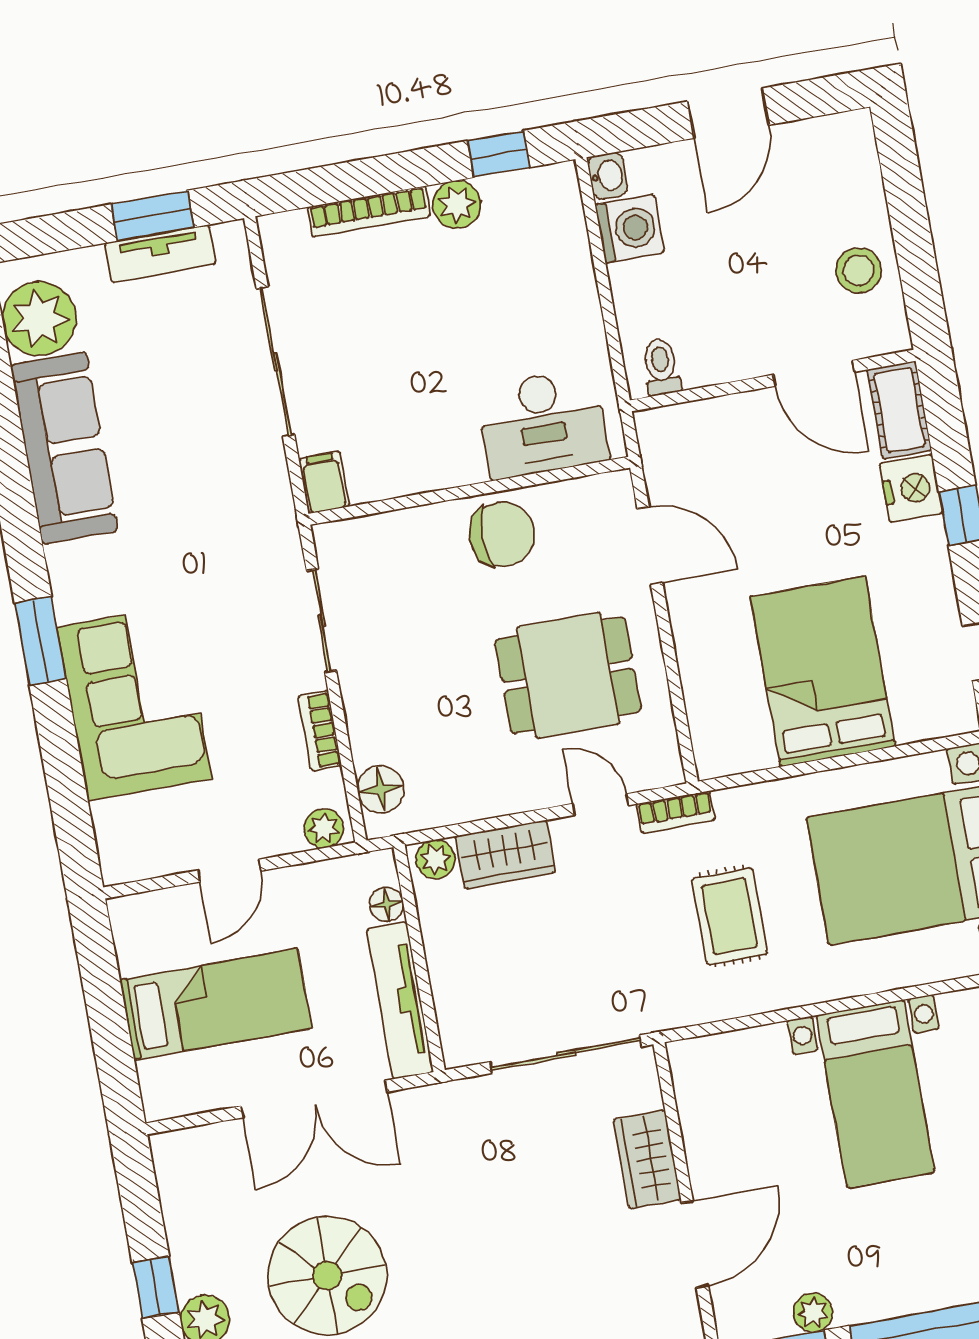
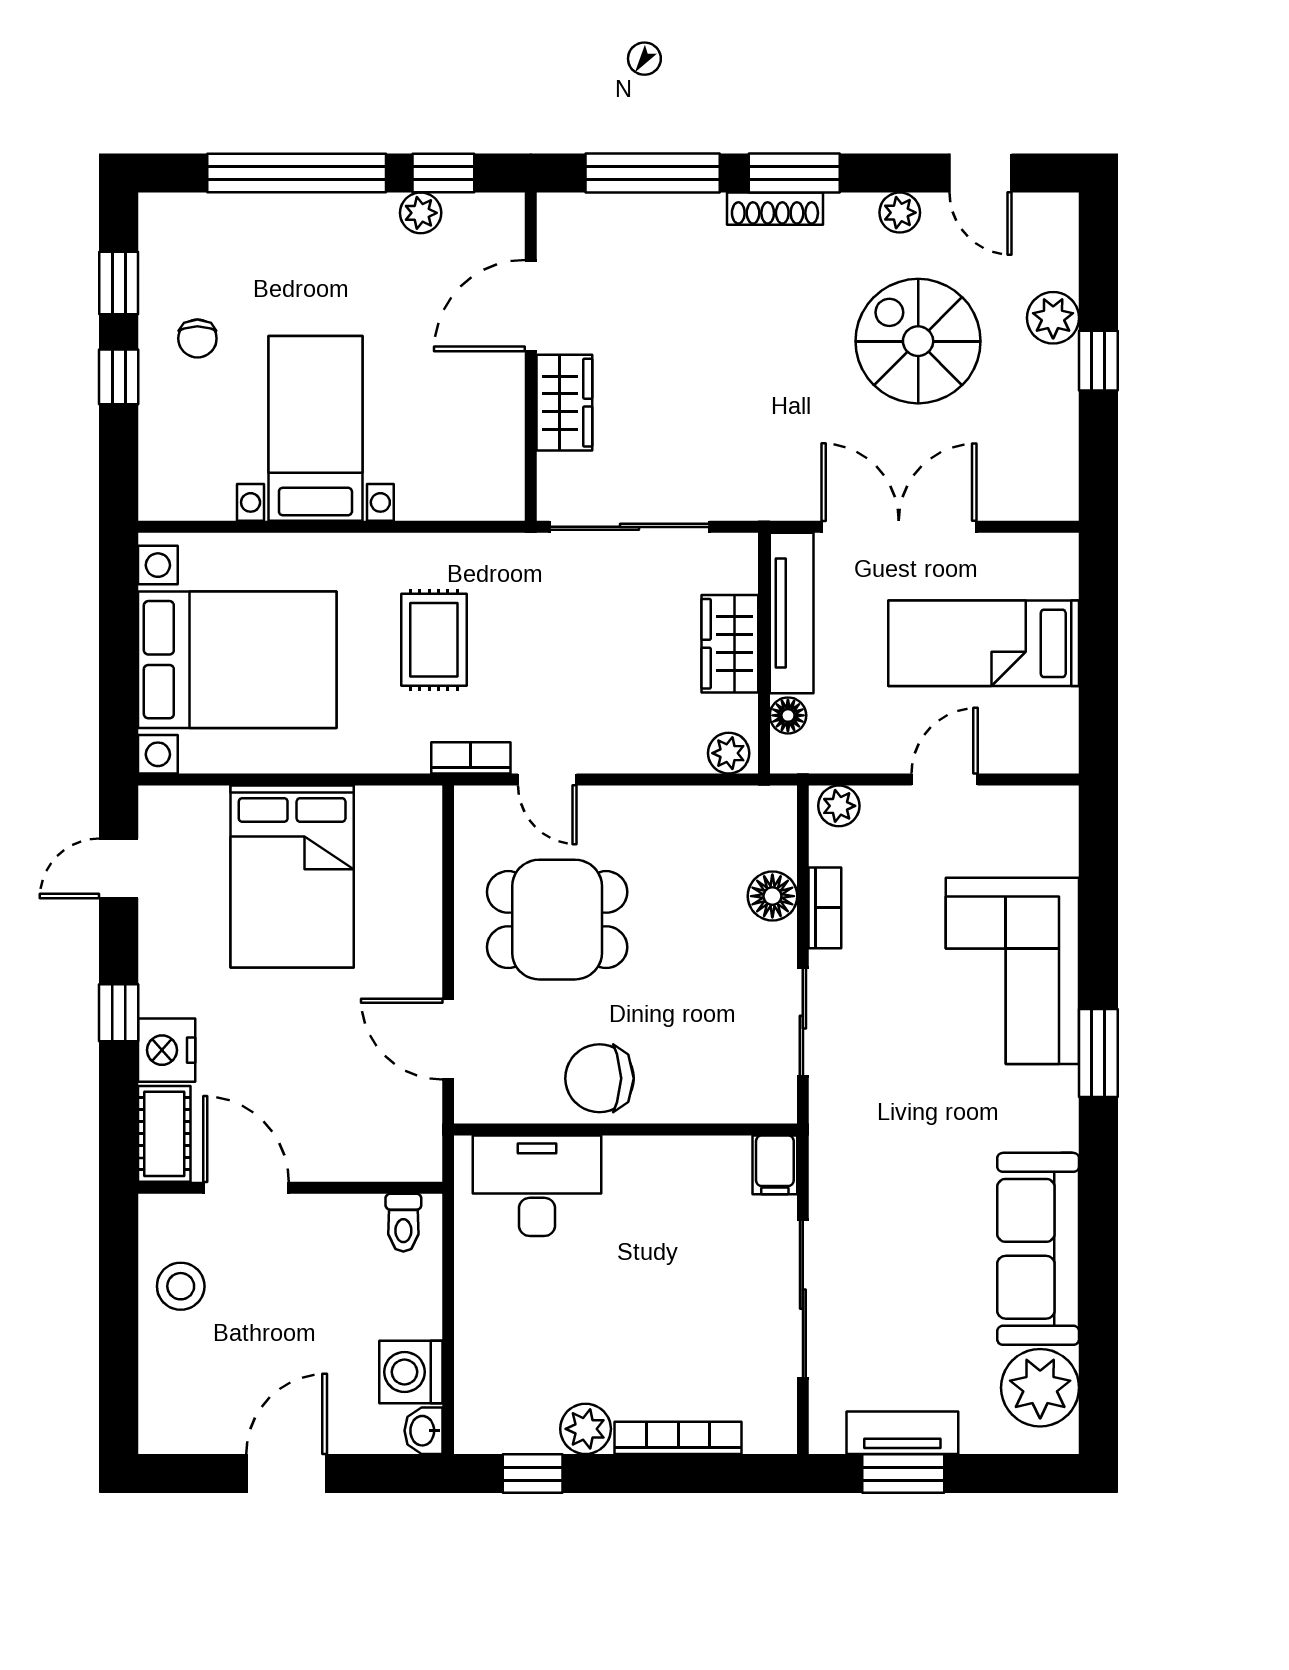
floor lamp: (381, 789) -> (772, 896), moved
wardrobe: (505, 854) -> (730, 644), moved, turned -90

